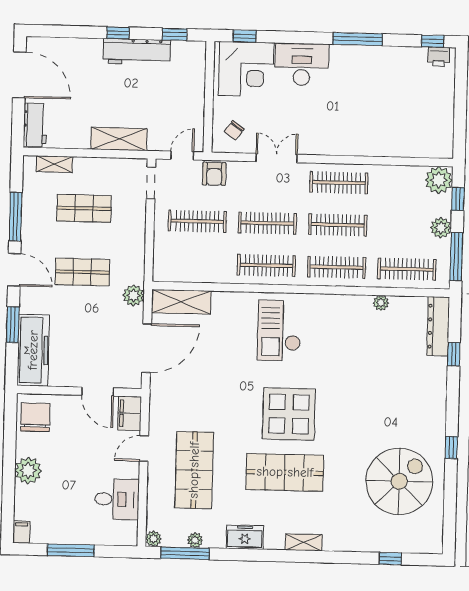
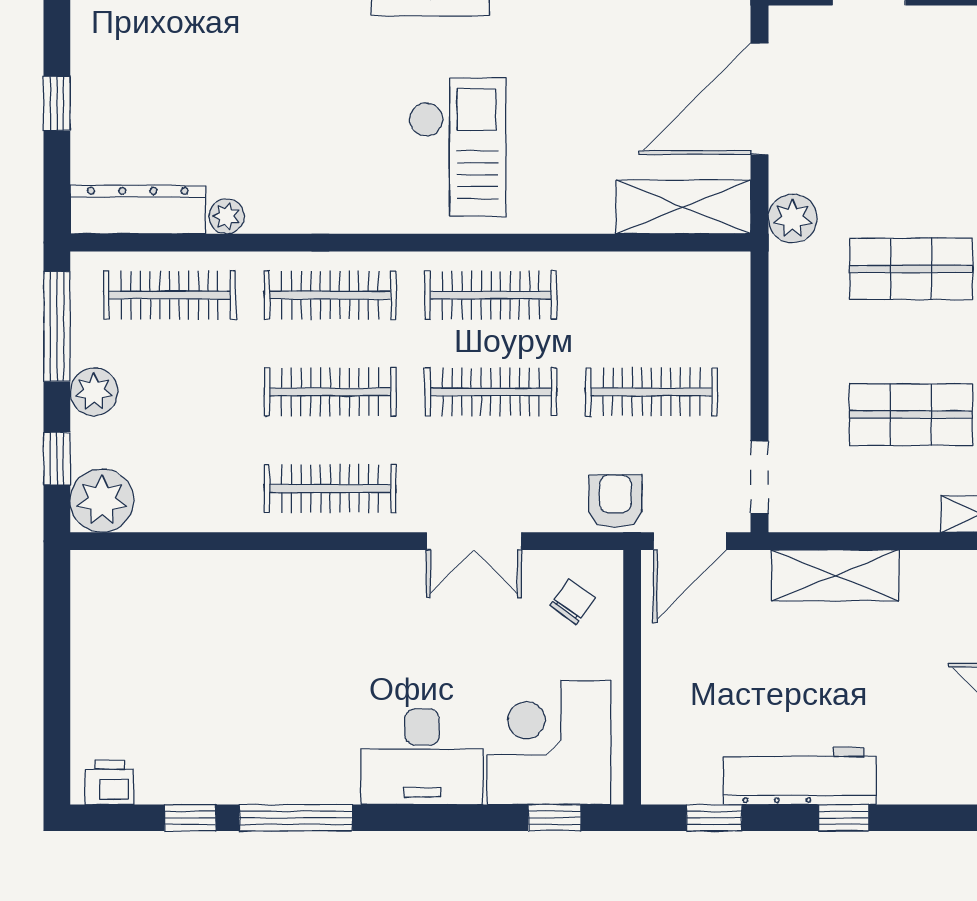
window: (433, 41) -> (190, 818), moved
door: (182, 156) -> (690, 541), width x1.38
dresser: (438, 326) -> (138, 210), moved, turned -90

